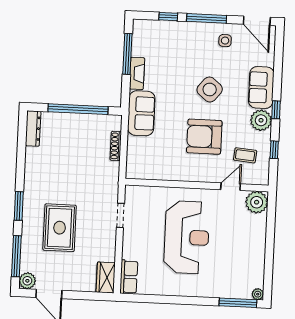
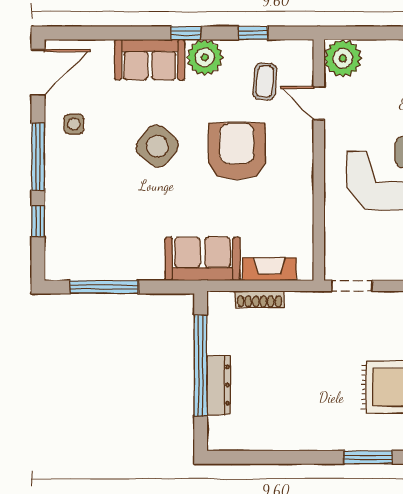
fireplace: (137, 73) -> (269, 269), moved
dresser: (33, 128) -> (219, 385), moved, turned 90
armchair: (204, 137) -> (237, 151), turned 180
doorway: (120, 215) -> (352, 286), moved

